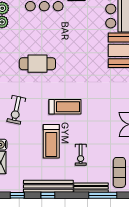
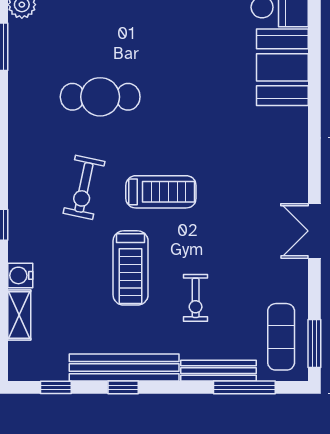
exercise bike: (16, 110) -> (84, 187), moved

